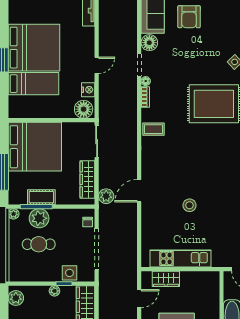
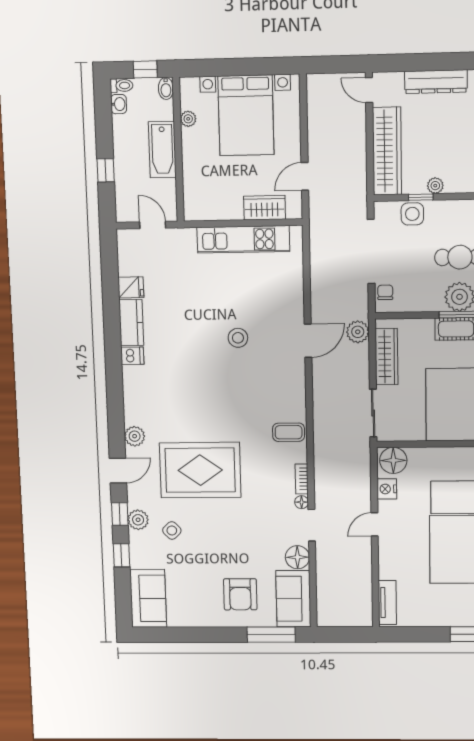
armchair: (189, 17) -> (240, 594), turned 180
stool: (190, 205) -> (238, 338), moved

